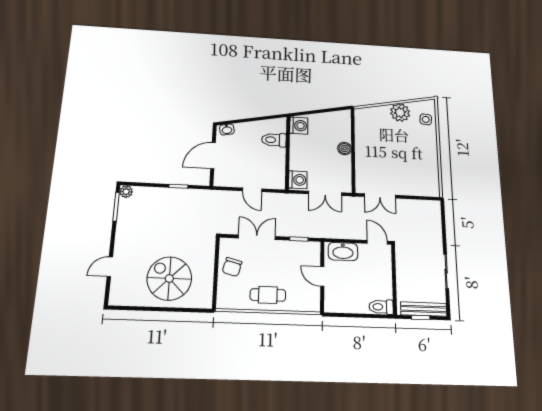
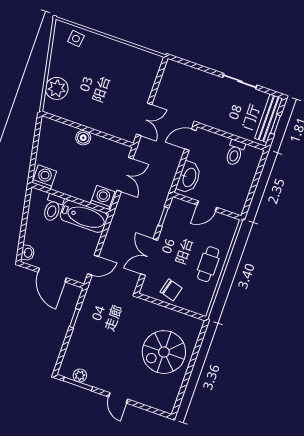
plant: (400, 112) -> (57, 88), moved
bathtub: (275, 168) -> (84, 216), added
door: (252, 190) -> (93, 265), moved
plant: (126, 192) -> (80, 376), moved
door: (110, 267) -> (118, 398), moved
toilet: (381, 307) -> (235, 153), moved

